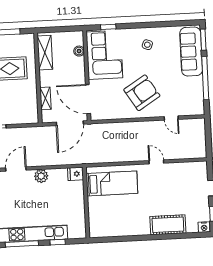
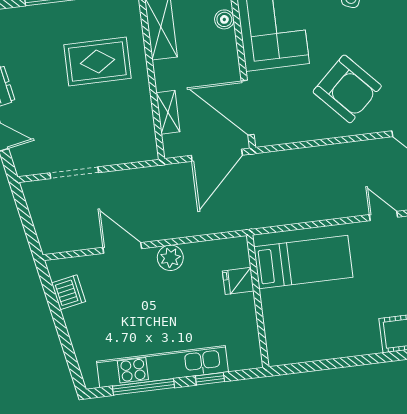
armchair: (142, 93) -> (347, 89), turned 79
door: (16, 169) -> (122, 248), hinge flipped
fridge: (76, 174) -> (238, 281), moved

